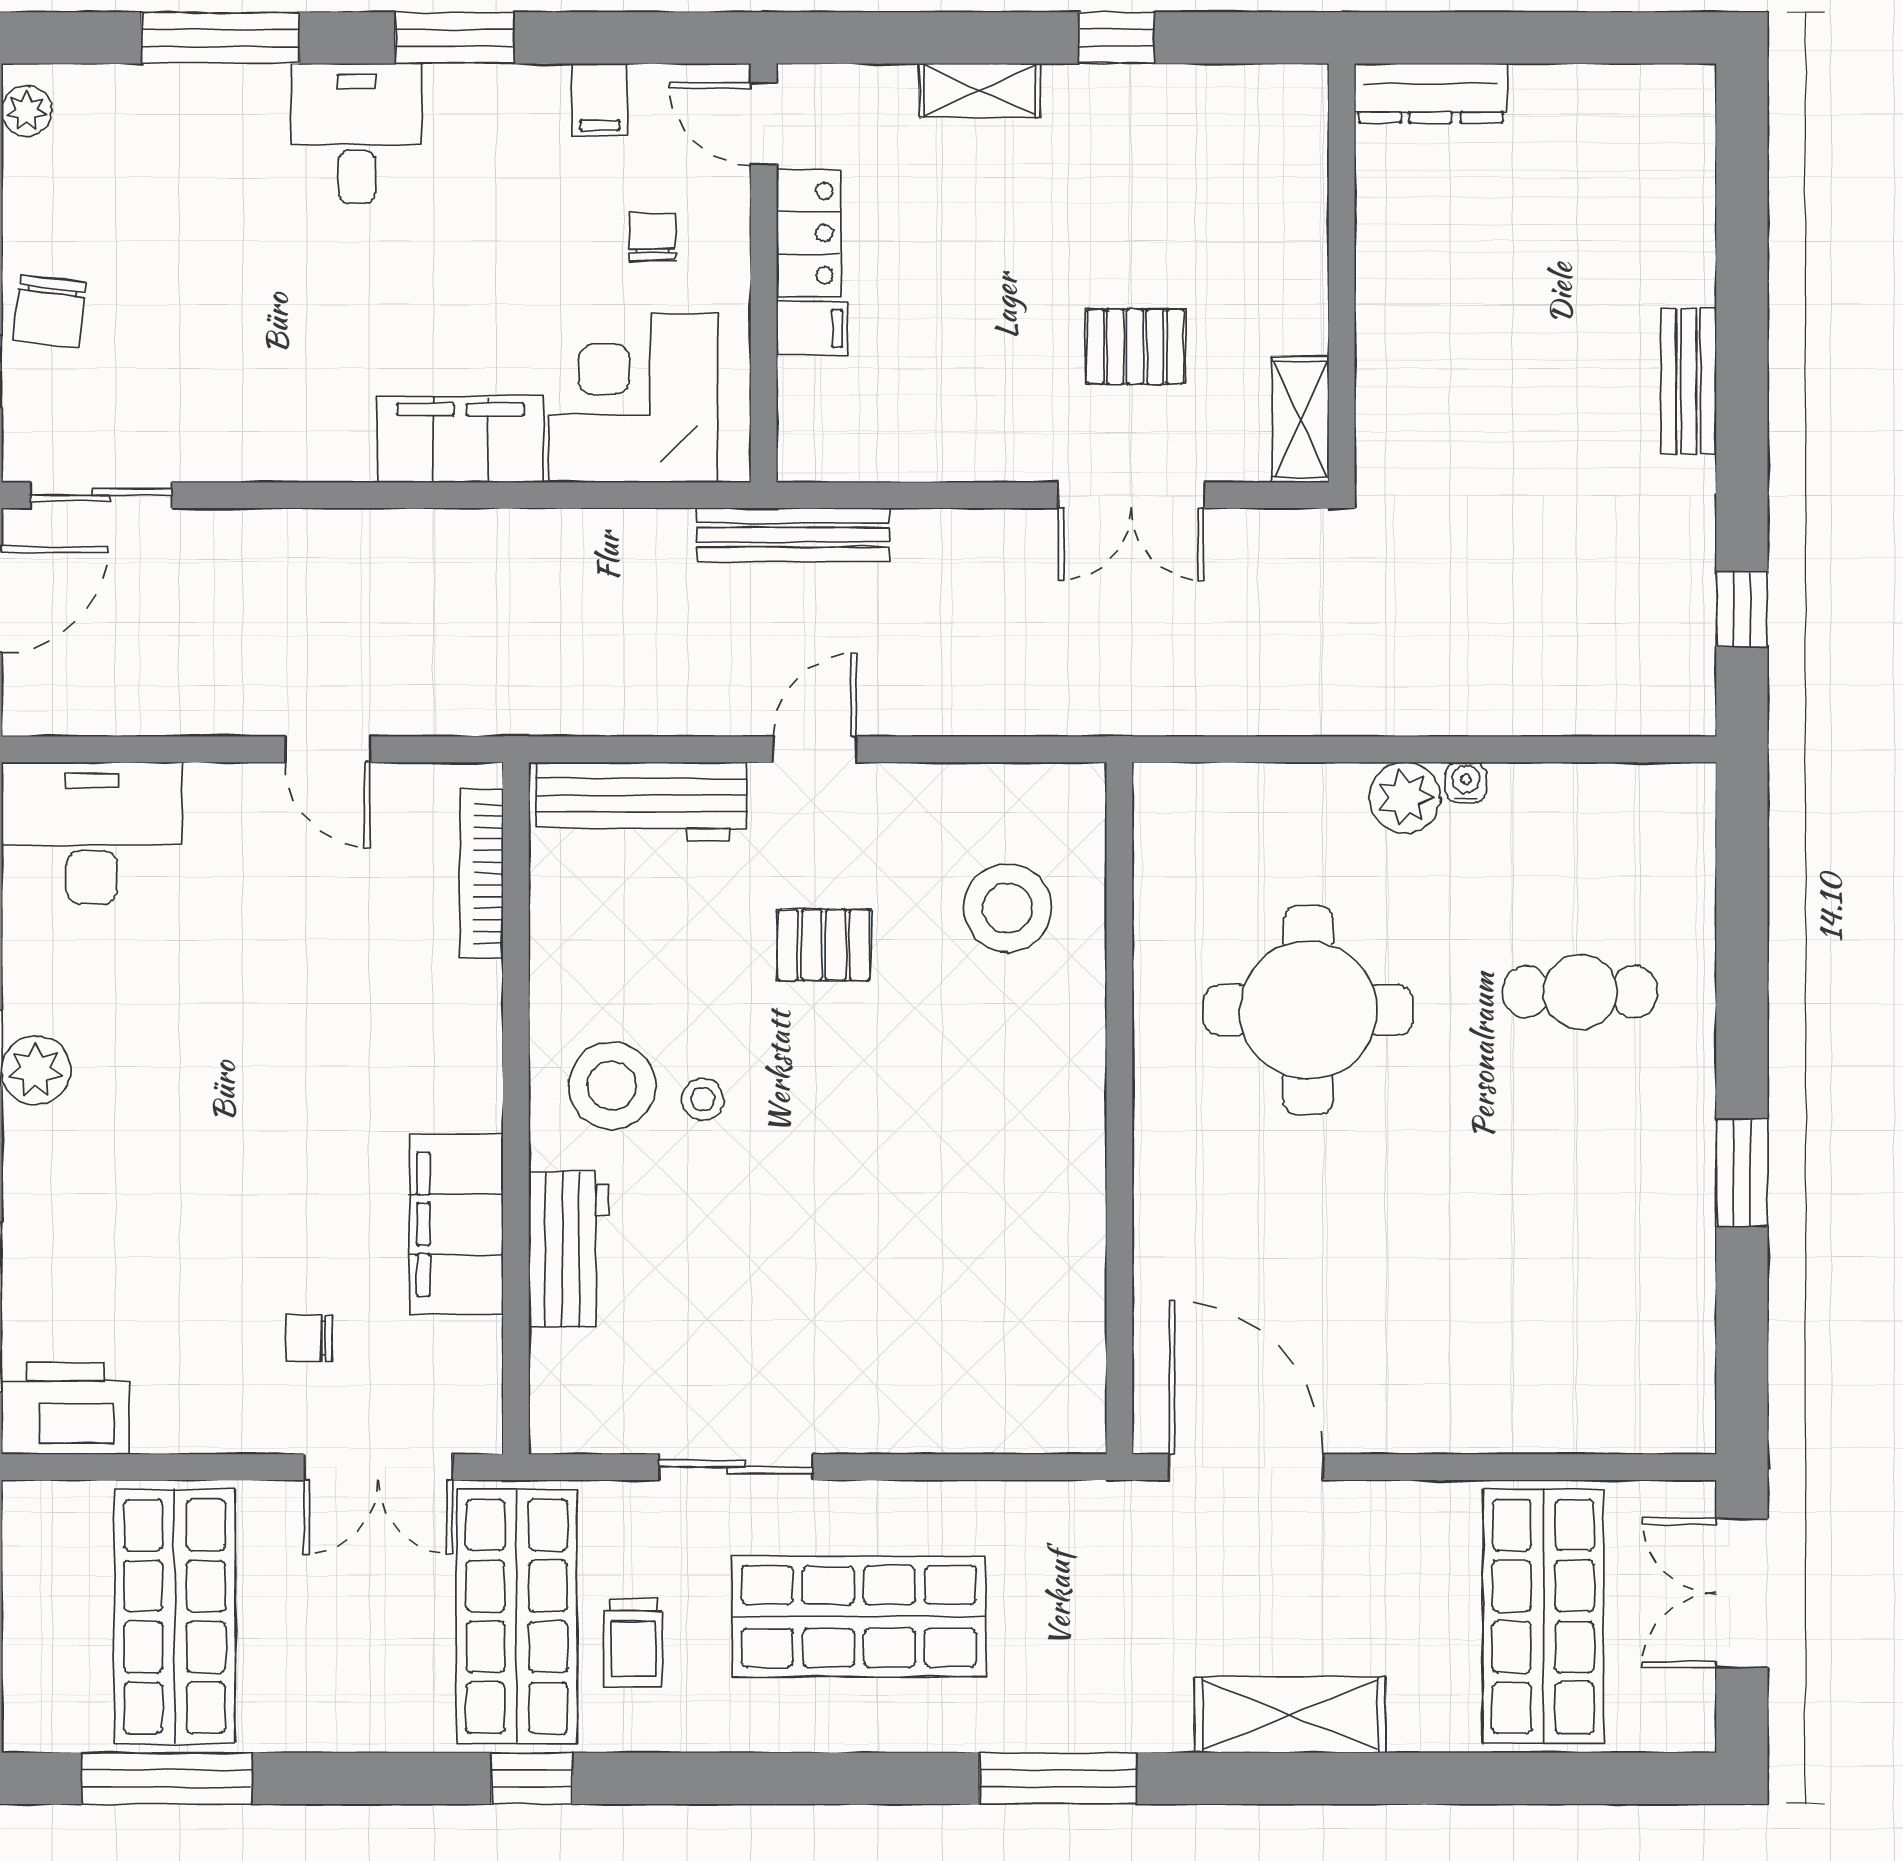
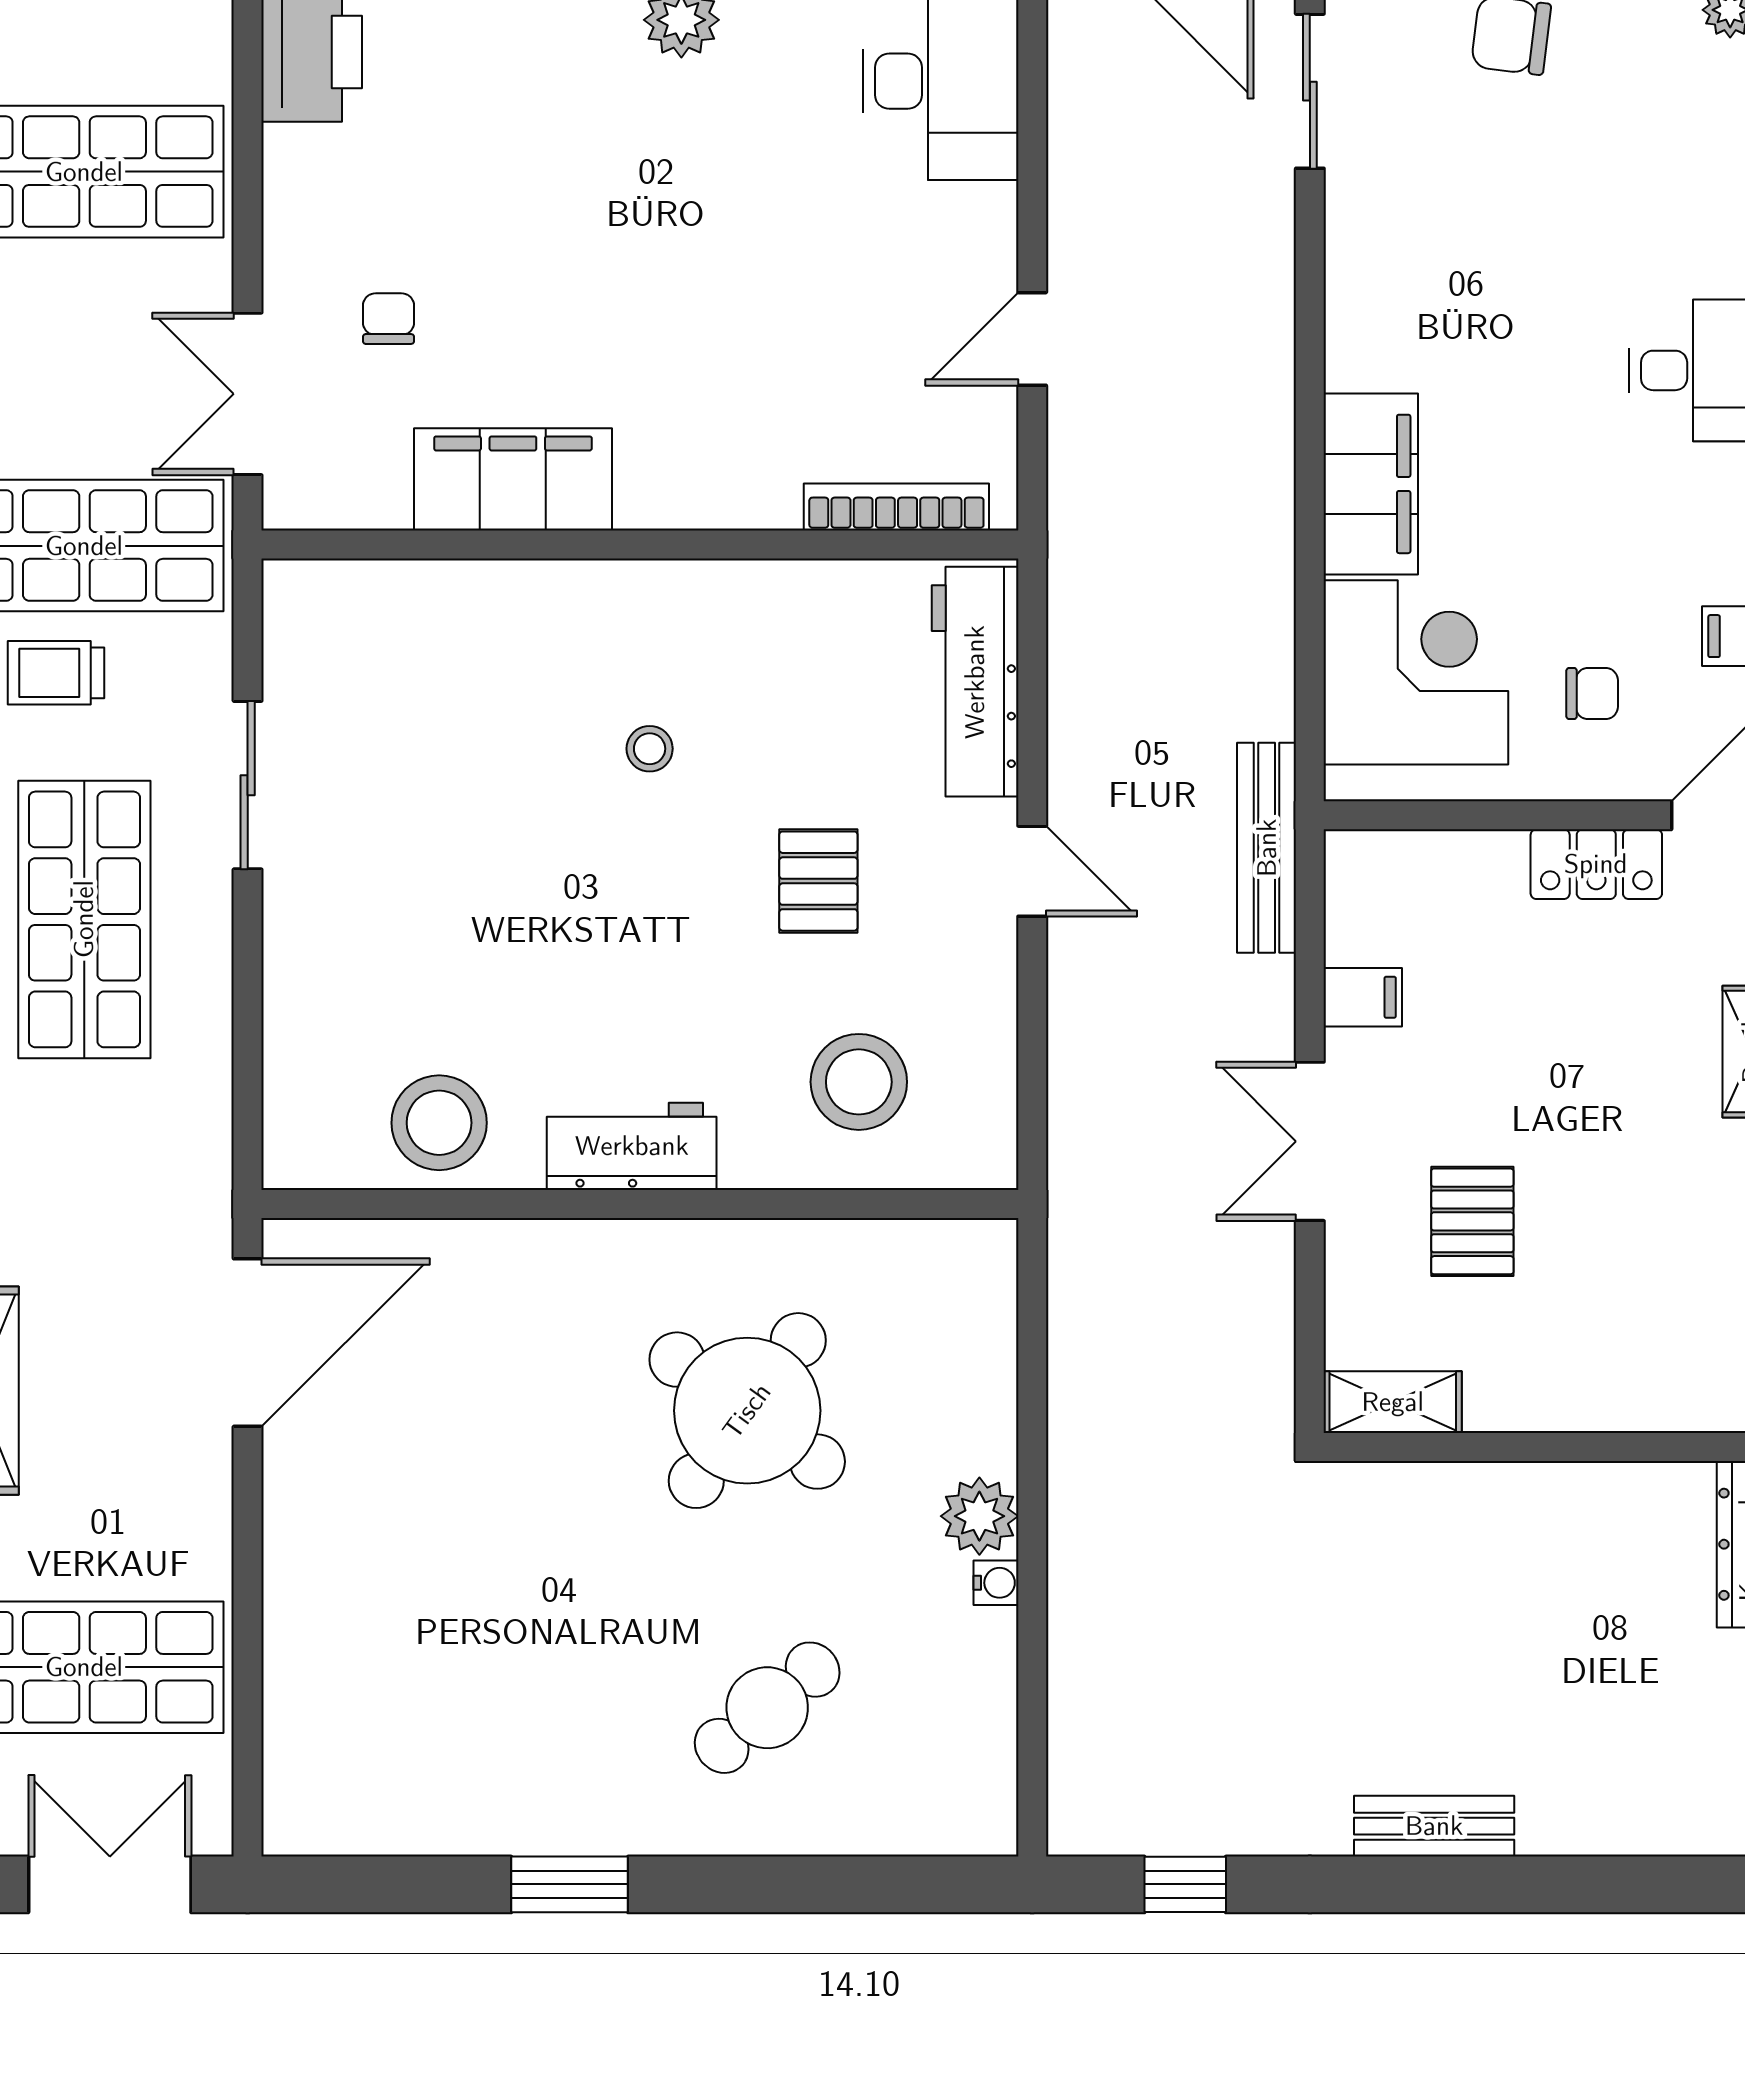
filing cabinet: (812, 328) -> (1363, 997), moved, turned -90
double door: (1131, 495) -> (1310, 1141), moved
cafe table: (1580, 992) -> (767, 1708), turned 50
round table: (1308, 1010) -> (747, 1411), turned 36
stool: (612, 1086) -> (439, 1123), moved
workbench: (569, 1249) -> (632, 1146), moved, turned 180

